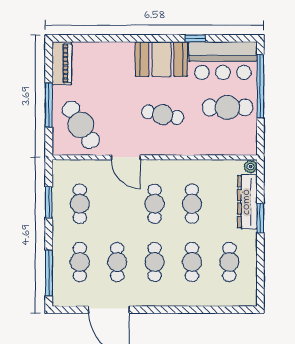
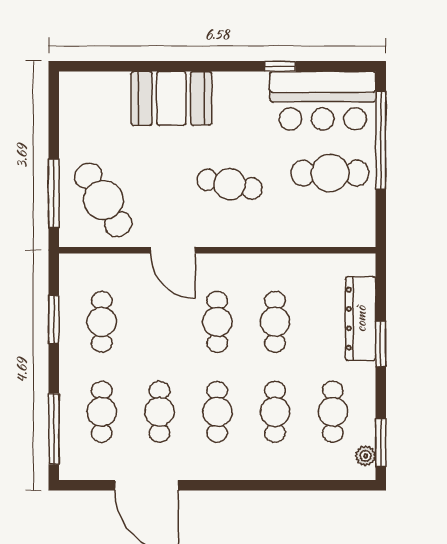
booth: (161, 59) -> (171, 98), moved
piano: (62, 63) -> (74, 105), removed
window: (49, 105) -> (54, 193), moved
plant: (251, 167) -> (366, 456), moved
window: (260, 282) -> (381, 443), added

